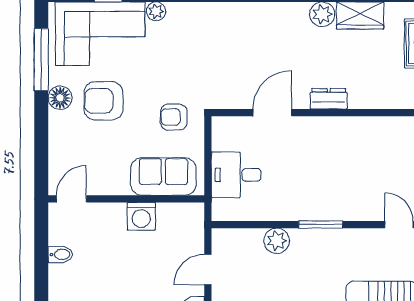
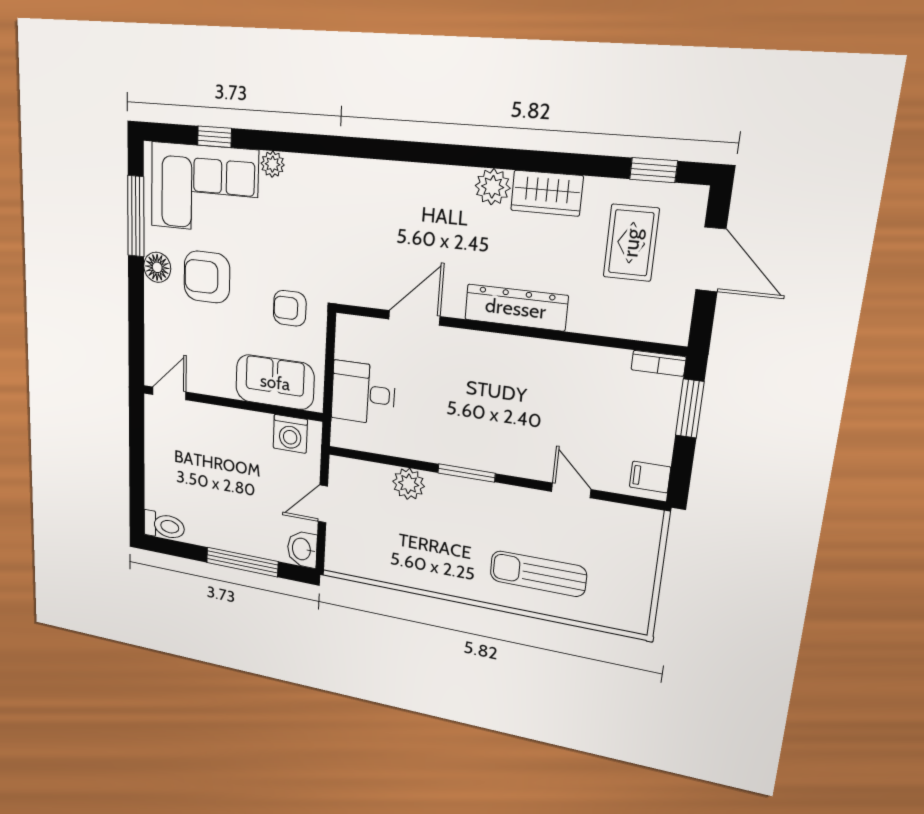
dresser: (329, 99) -> (516, 308), width x1.96, depth x1.24
washing machine: (141, 216) -> (290, 434), moved
bidet: (60, 254) -> (157, 457), removed

